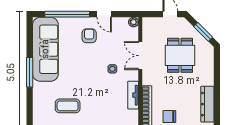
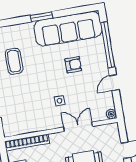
armchair: (89, 36) -> (73, 65), moved
window: (30, 72) -> (42, 17), width x0.69
tv unit: (133, 95) -> (36, 126), removed

